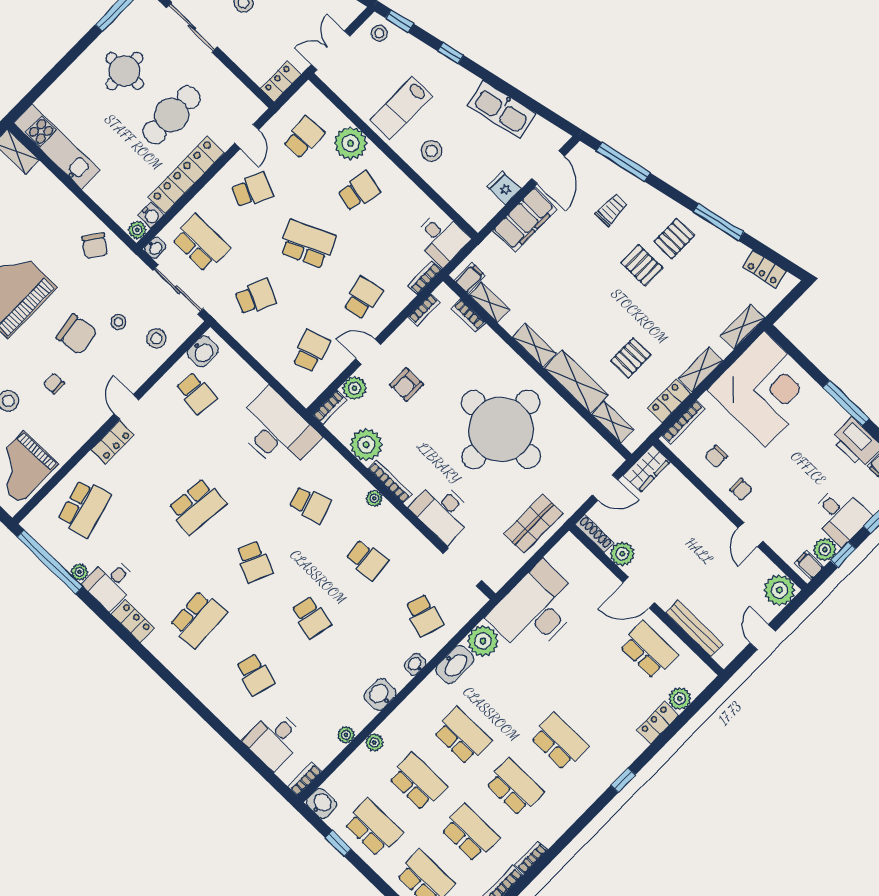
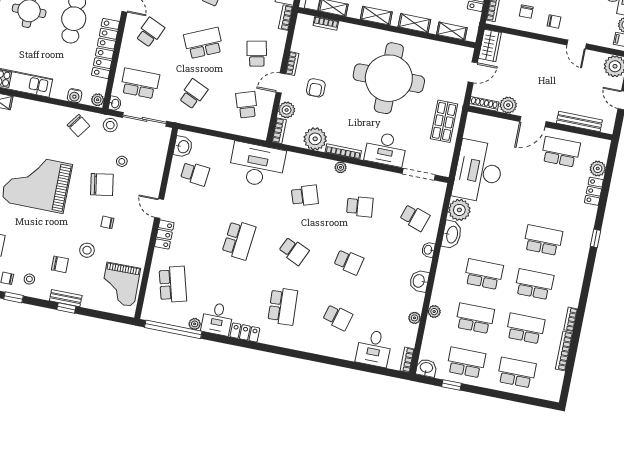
water cooler: (151, 215) -> (75, 96), moved, turned 90
bookcase: (424, 310) -> (292, 64), moved
stool: (156, 338) -> (110, 125), moved
shelving: (576, 381) -> (414, 23), width x0.67, depth x0.75

